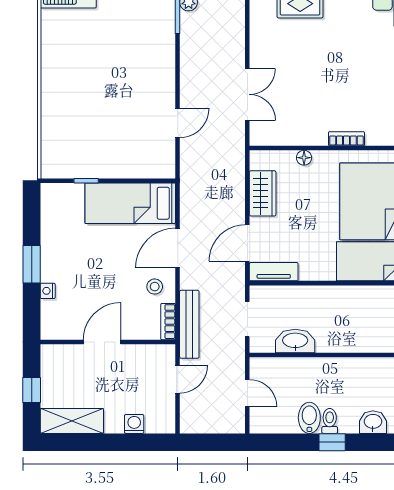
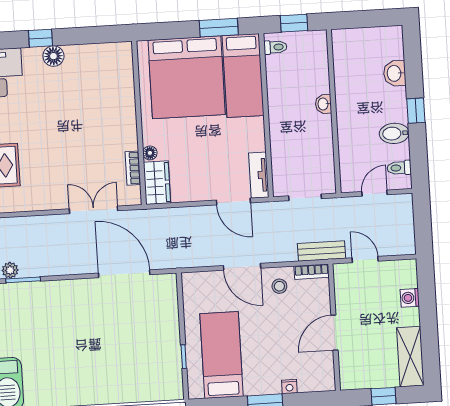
door: (178, 123) -> (124, 274), width x1.87
bookcase: (346, 139) -> (133, 168), moved
wardrobe: (263, 193) -> (157, 183), moved, turned 90
bed: (130, 203) -> (221, 355), moved, turned 180
bench: (189, 324) -> (321, 251), width x0.73
washbasin: (295, 341) -> (323, 104), moved, width x0.52, depth x0.69
door: (102, 342) -> (334, 333), hinge flipped
toilet: (330, 421) -> (399, 168), moved

